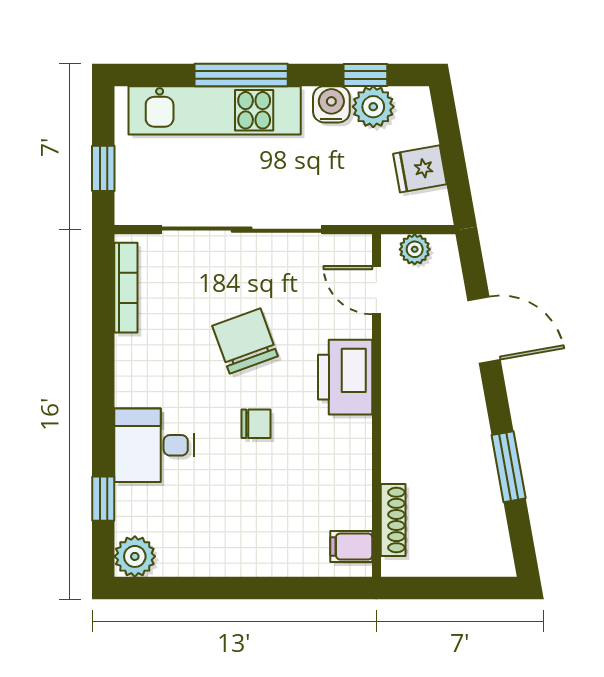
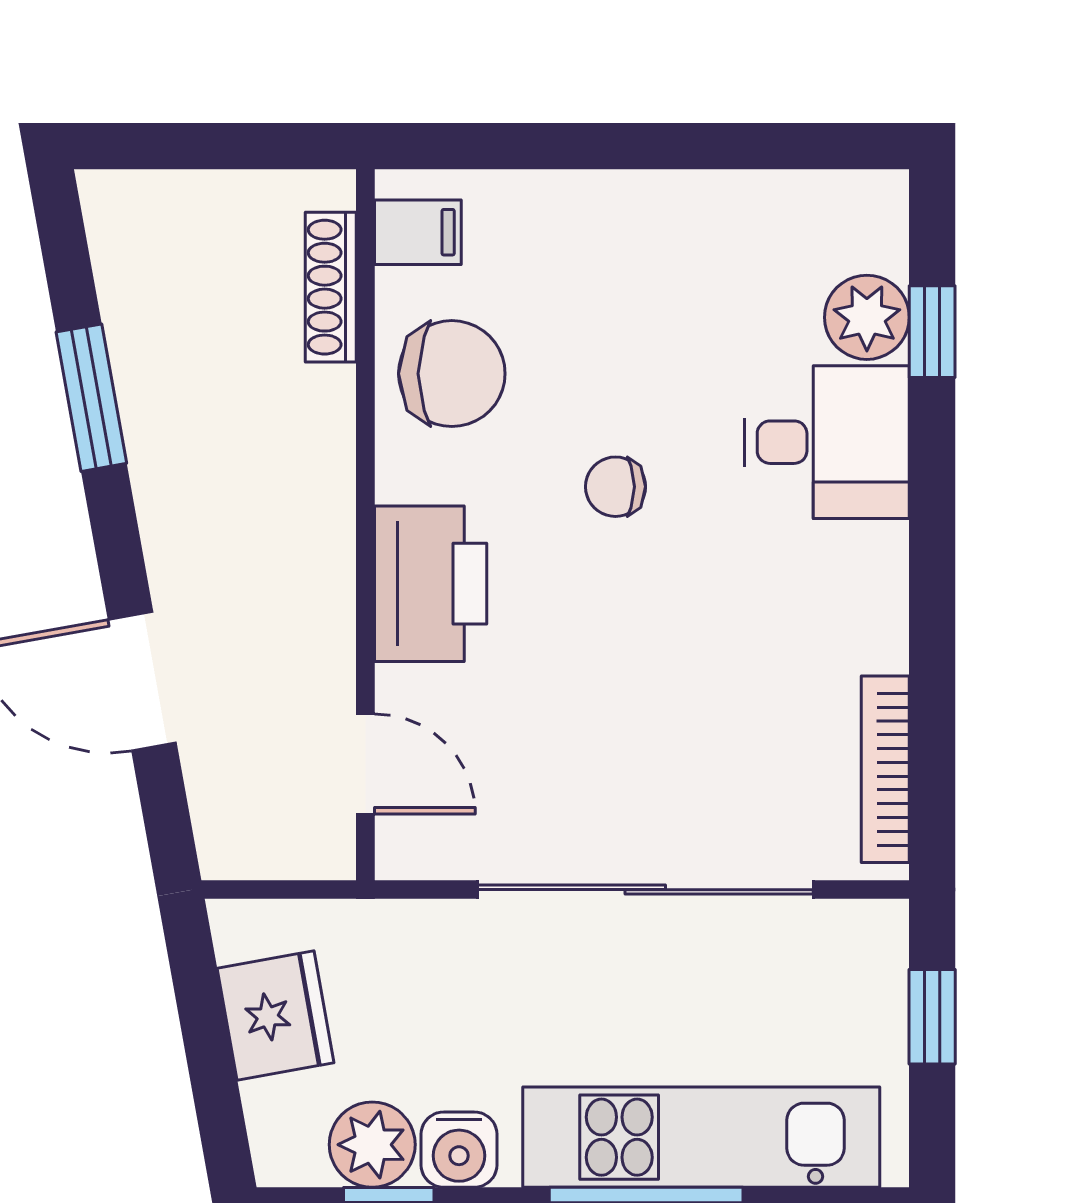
fridge: (420, 169) -> (276, 1015), width x1.38
plant: (415, 249) -> (286, 849), removed
chair: (245, 341) -> (452, 374), moved, turned -70
plant: (135, 556) -> (867, 317), moved

